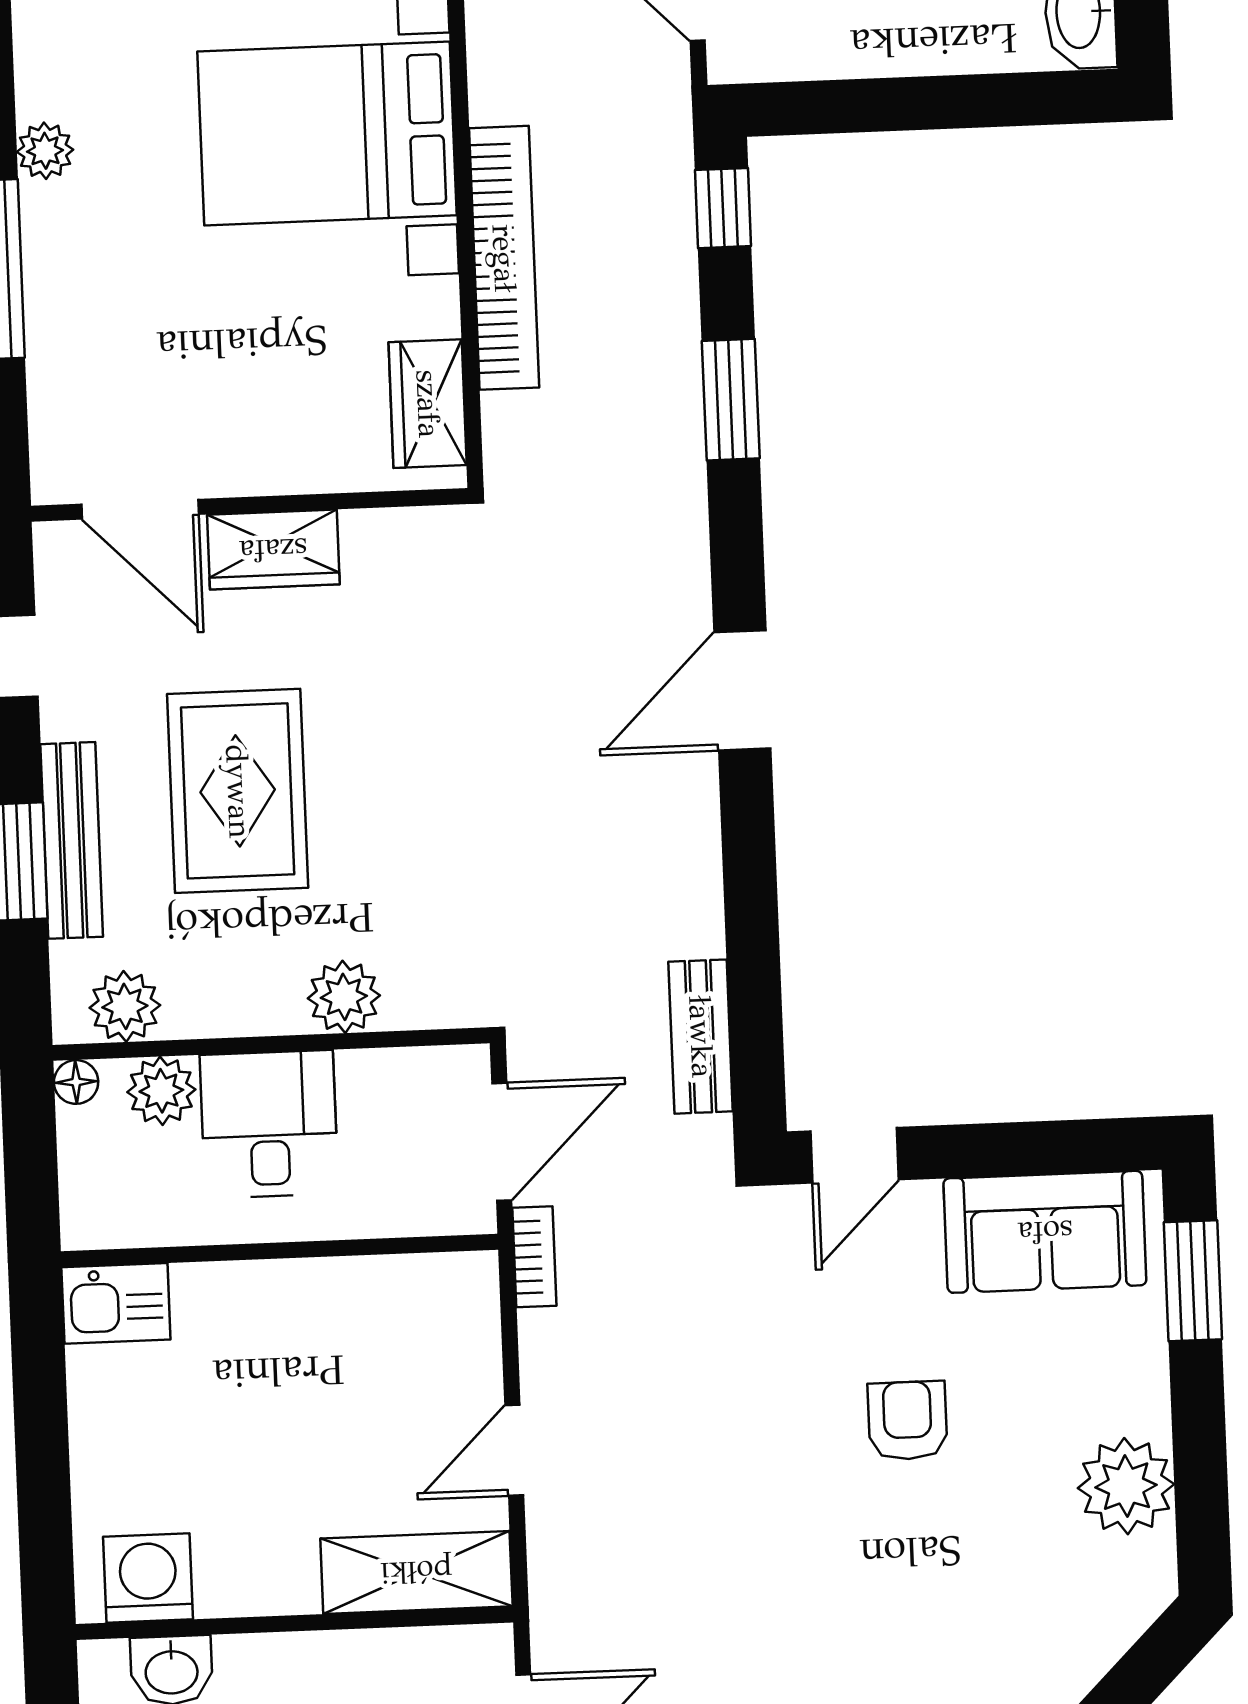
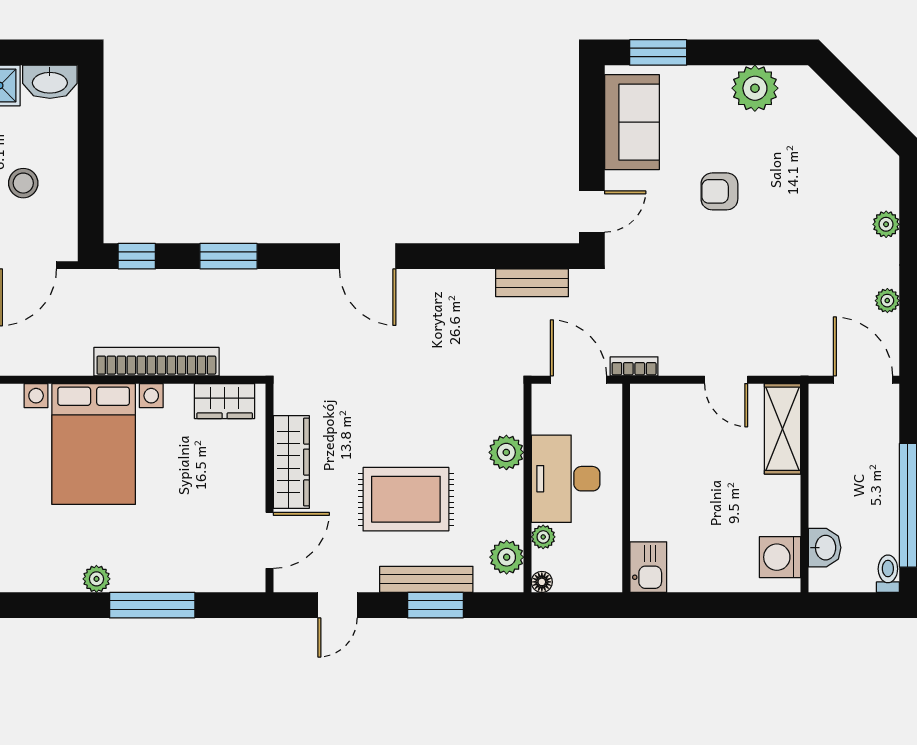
wardrobe: (273, 550) -> (291, 462), width x1.50
plant: (161, 1091) -> (543, 537), width x0.73, depth x0.73
desk: (269, 1124) -> (566, 479), width x1.37
door: (855, 1155) -> (592, 212), hinge flipped

